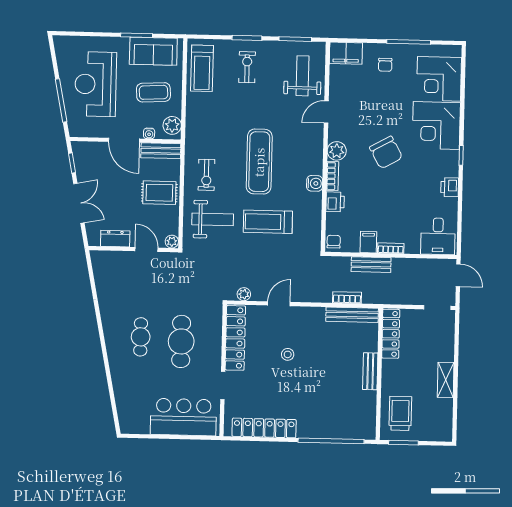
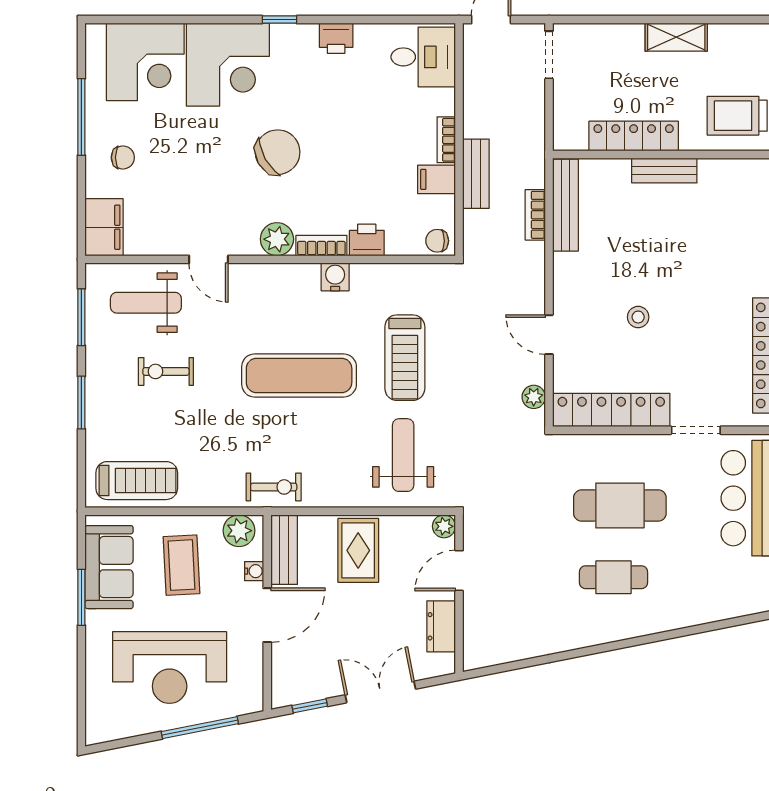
exercise bike: (247, 67) -> (166, 371), moved
exercise bike: (206, 175) -> (274, 487), moved
locker: (391, 334) -> (634, 136), moved

